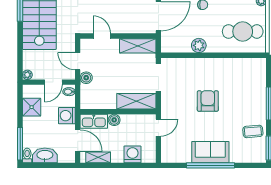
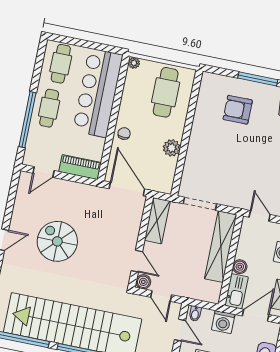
door: (102, 36) -> (137, 261), swing flipped
door: (78, 61) -> (161, 296), hinge flipped
boiler: (86, 78) -> (143, 282), moved
shelving: (136, 101) -> (221, 247), width x1.47
armchair: (208, 101) -> (238, 110), moved

